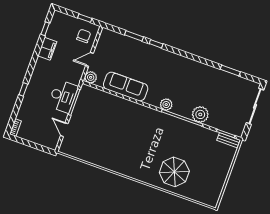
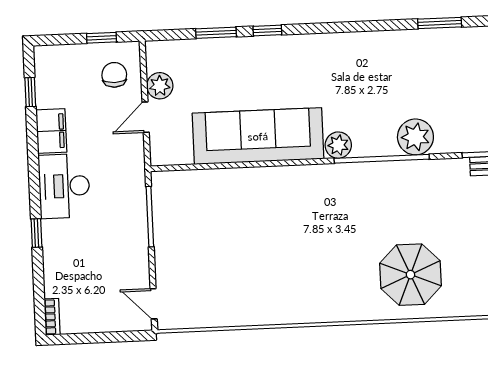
plant: (91, 77) -> (160, 86), moved
sofa: (126, 87) -> (258, 136), width x1.36, depth x1.27
desk: (63, 96) -> (64, 186), moved, turned 180
door: (64, 130) -> (154, 304), moved

